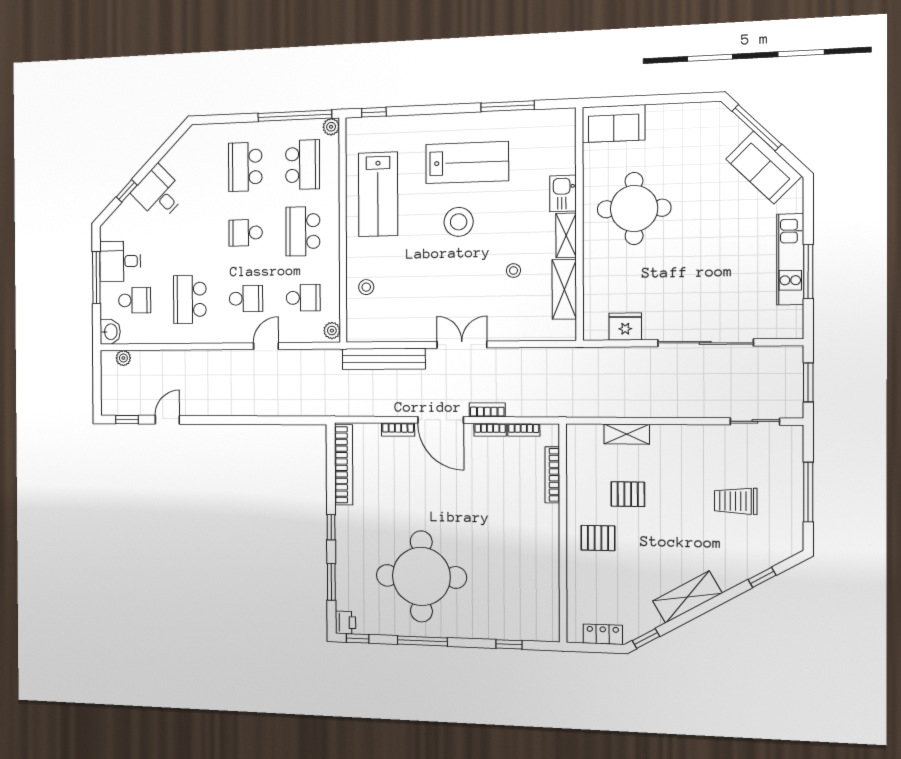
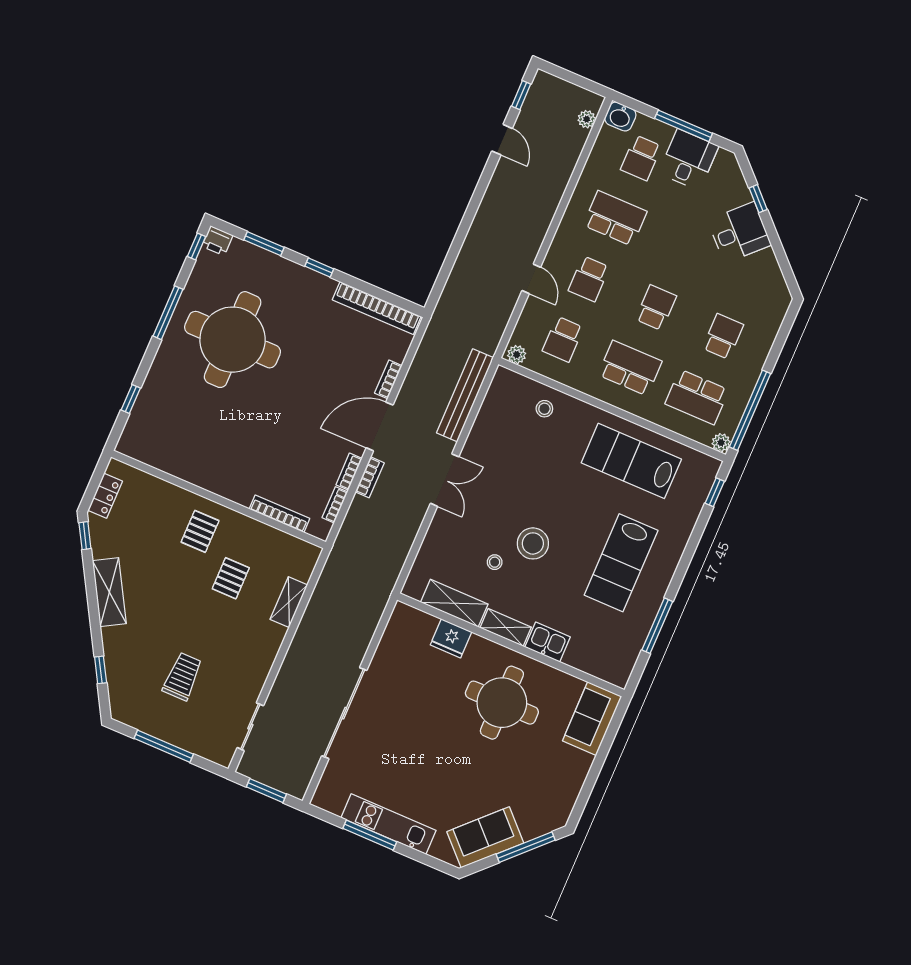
school desk: (245, 167) -> (723, 336), width x0.54
stool: (459, 222) -> (533, 543), moved
fridge: (625, 327) -> (451, 638), moved, turned 90

